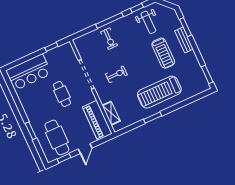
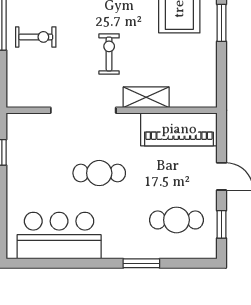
bar counter: (29, 72) -> (59, 236), moved, turned -90
shelving: (111, 113) -> (146, 97), moved
cafe table: (57, 137) -> (176, 220), width x0.73, depth x0.74

